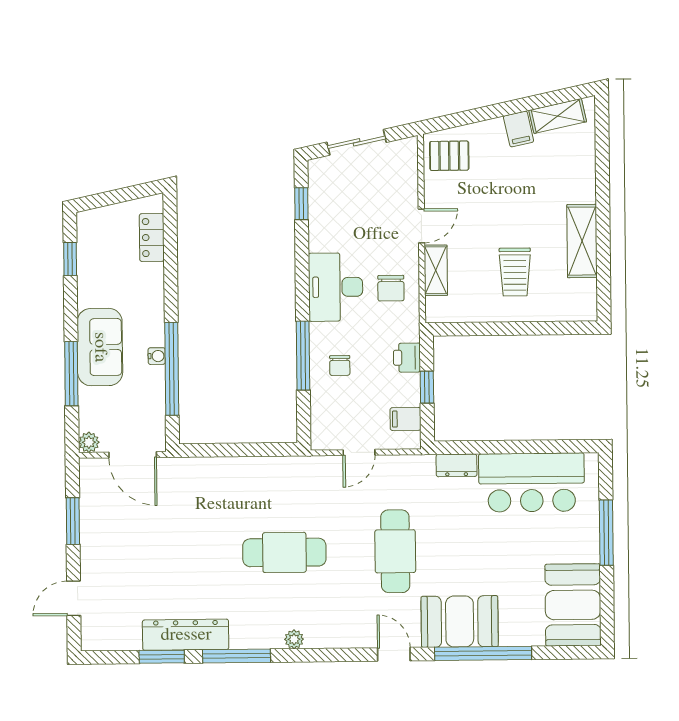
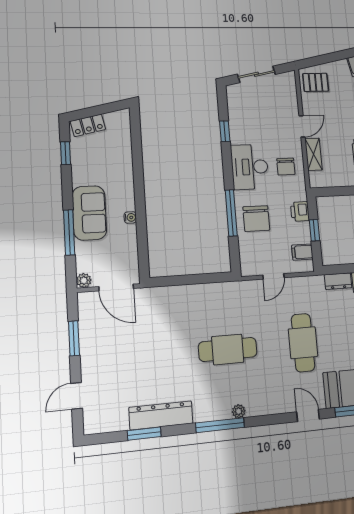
window: (301, 204) -> (225, 131), moved
locker: (152, 237) -> (88, 125), moved, turned -102
chair: (340, 365) -> (256, 218), width x1.87, depth x1.87
window: (172, 369) -> (141, 226), removed
window: (237, 656) -> (220, 425), moved

